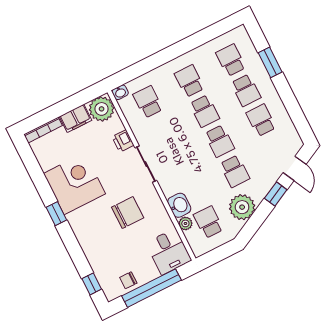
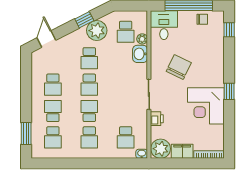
window: (270, 62) -> (26, 134), moved
school desk: (220, 141) -> (89, 85), turned 180
school desk: (235, 171) -> (89, 58), turned 180
window: (276, 194) -> (84, 20), moved
chair: (128, 213) -> (179, 67), turned 116

